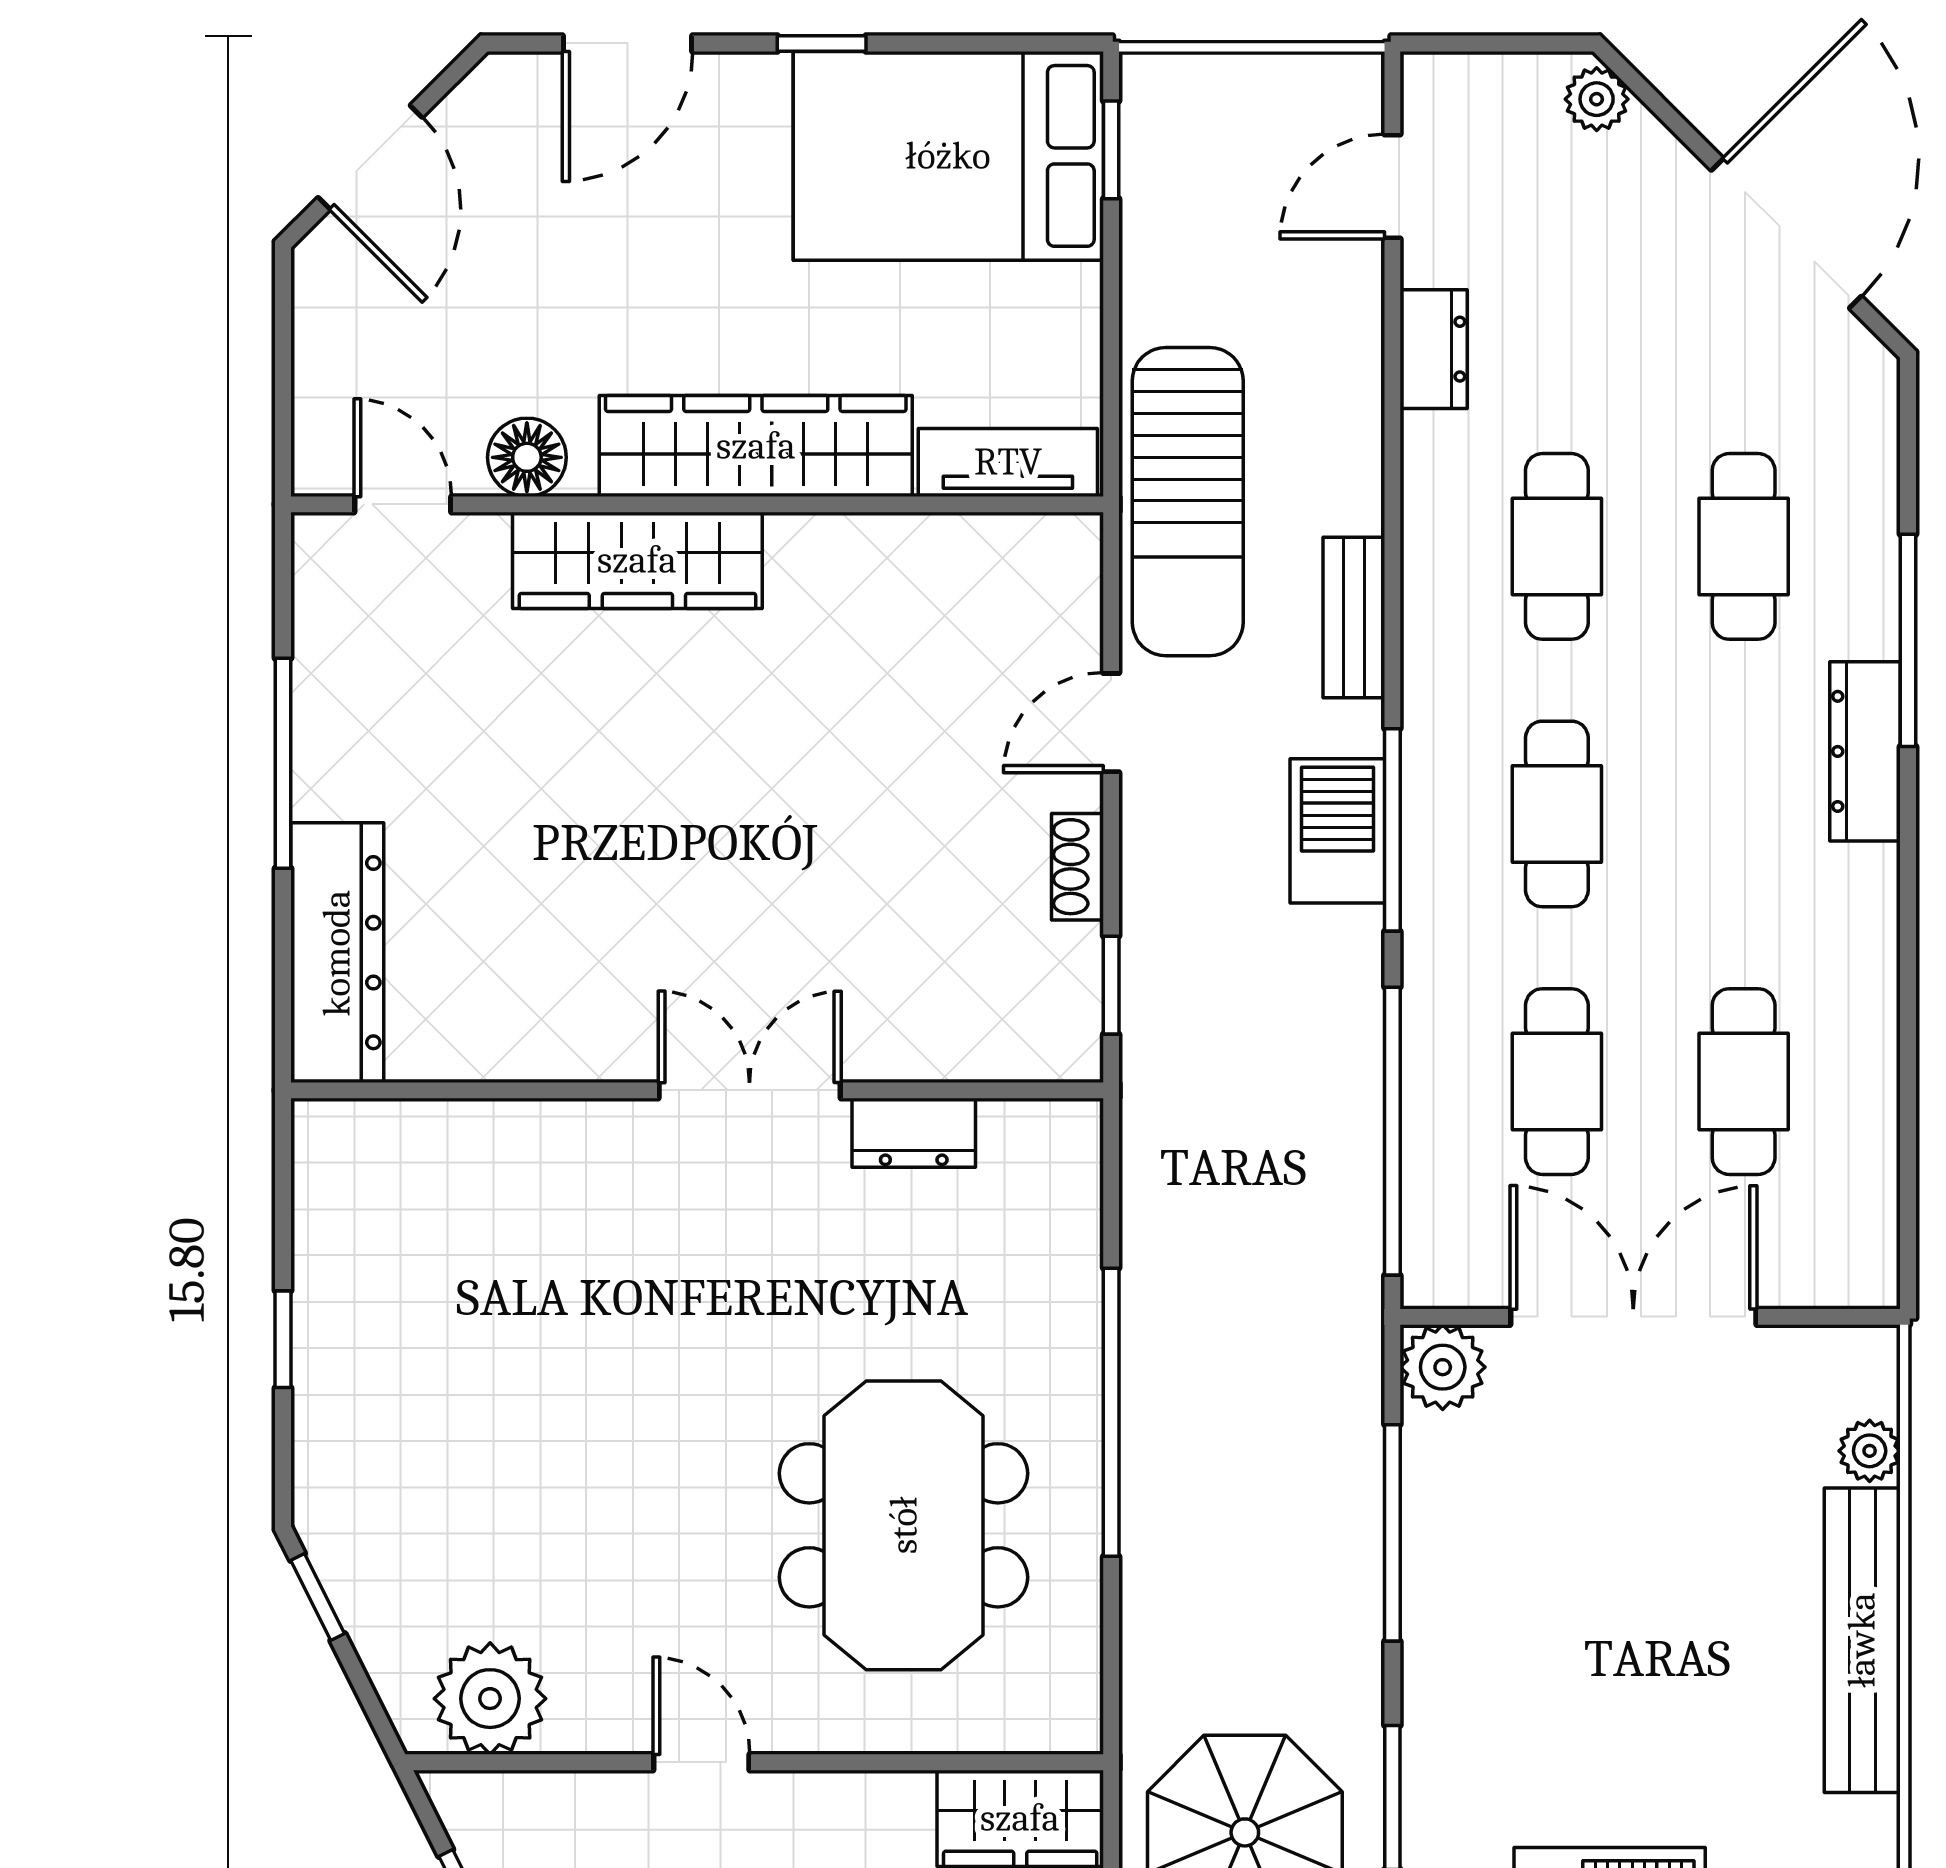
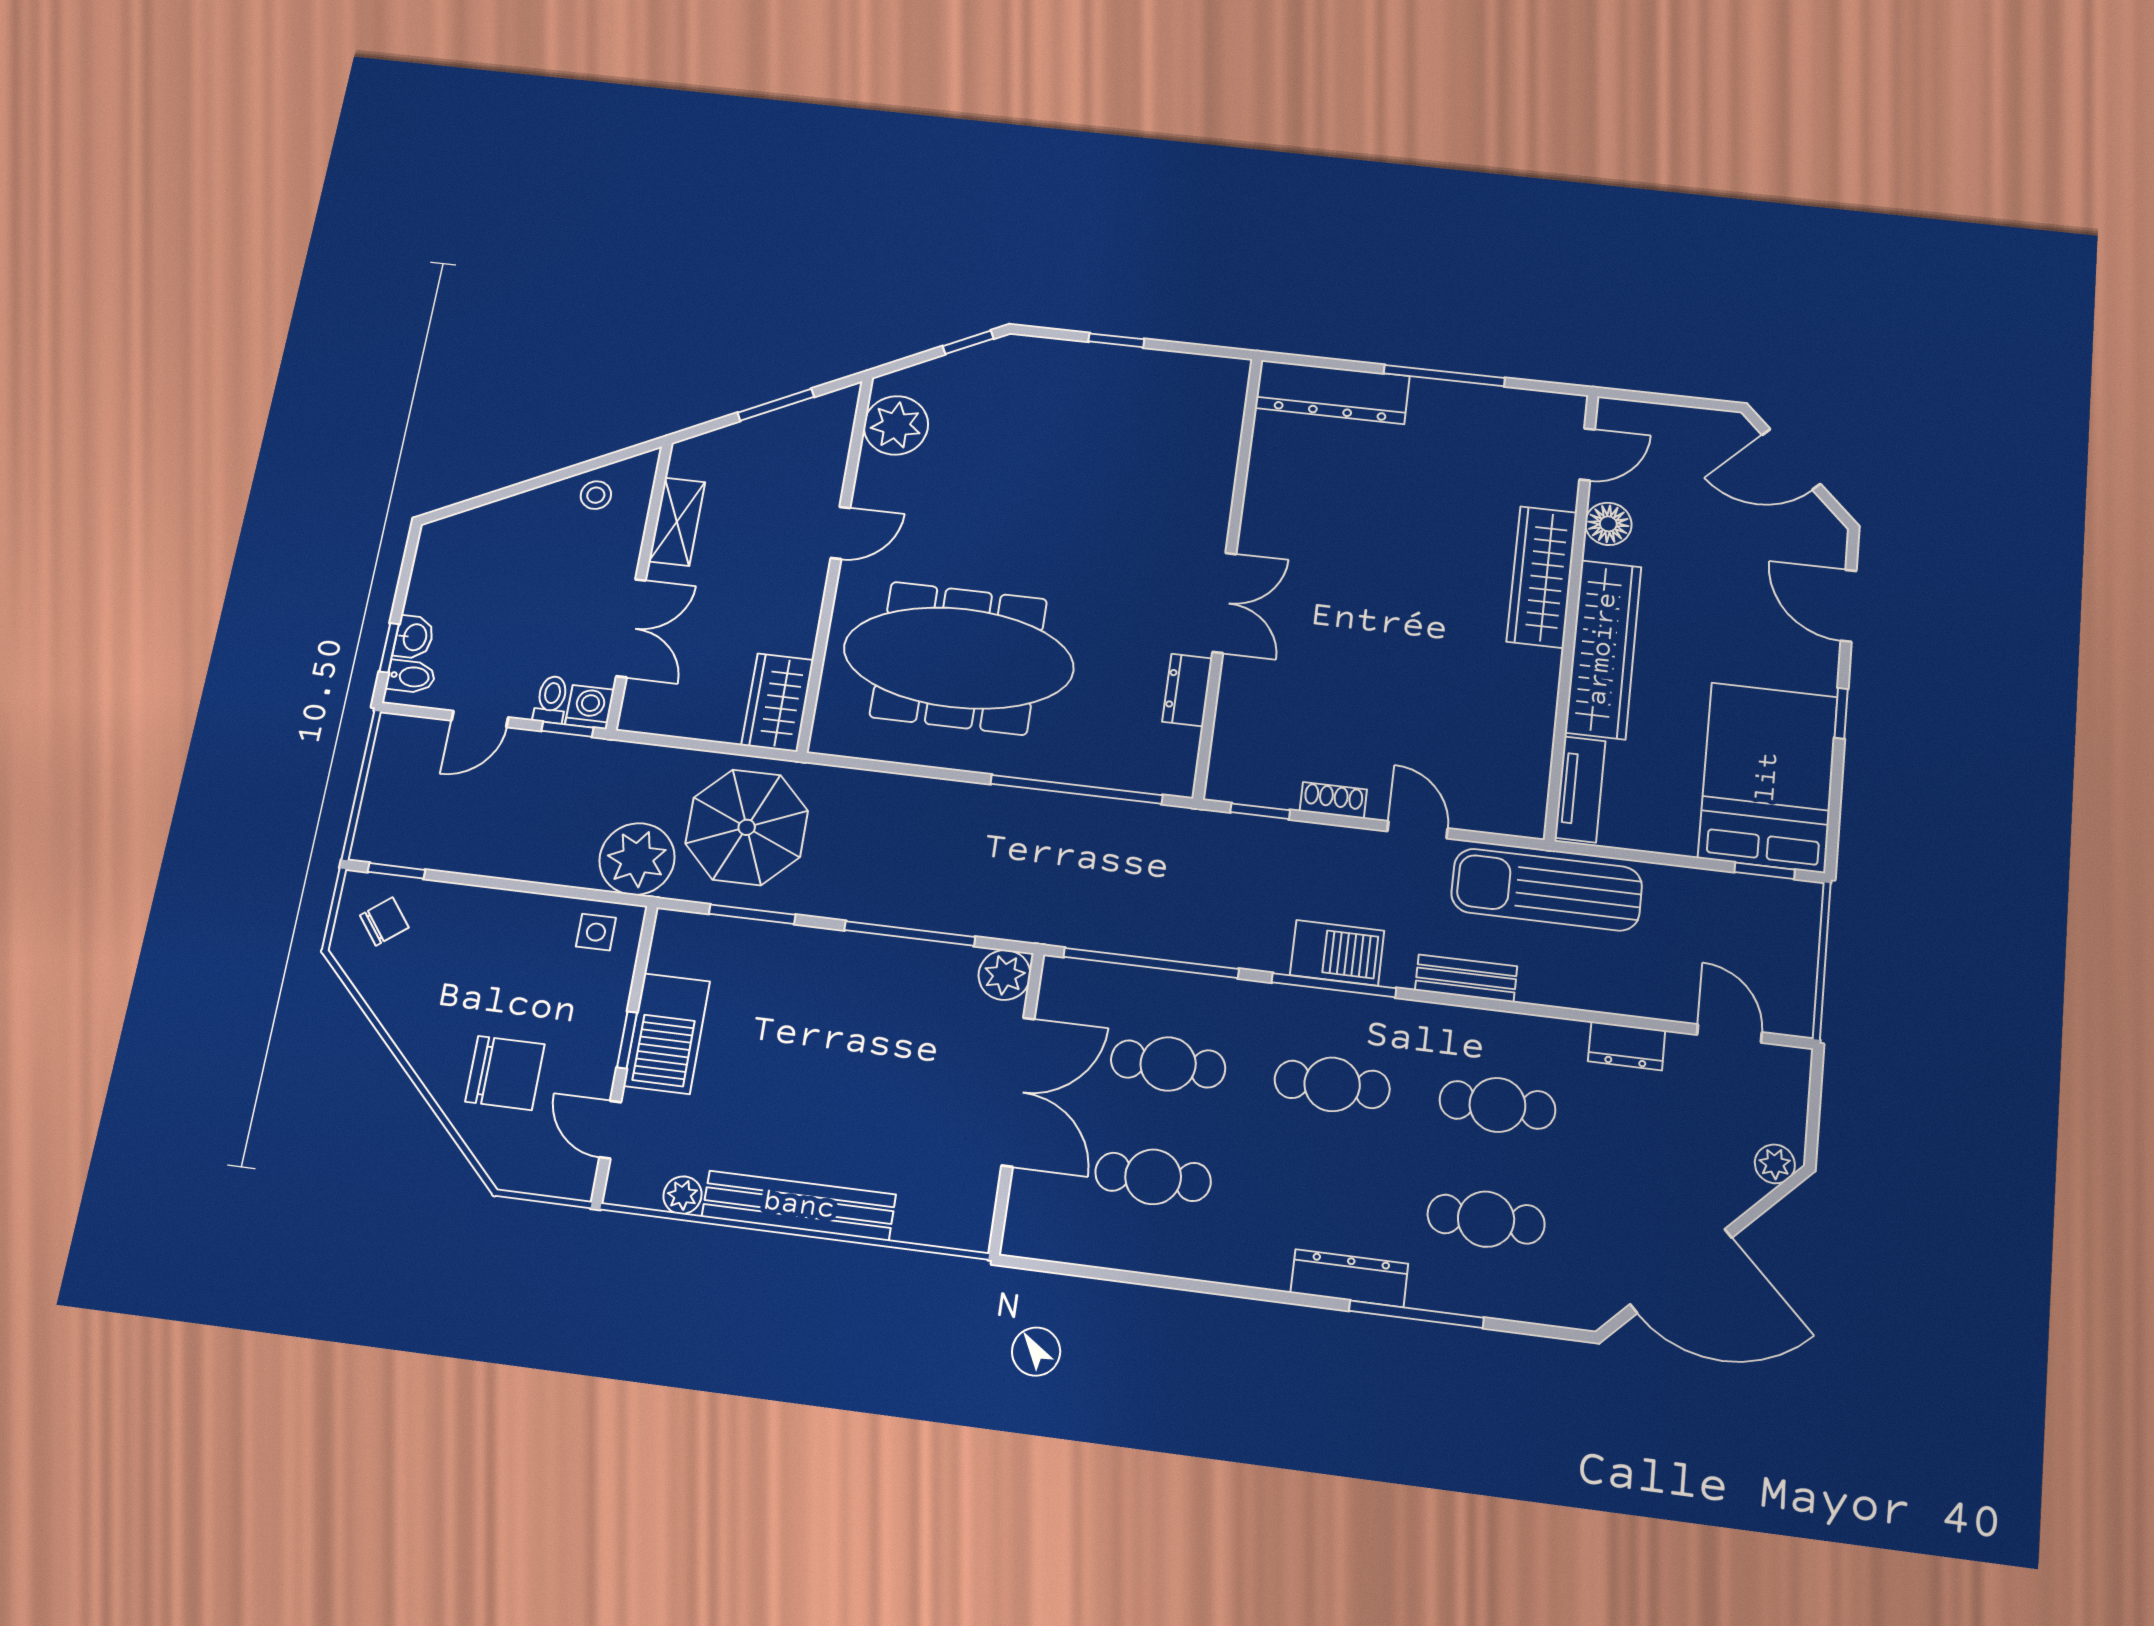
window: (1111, 1412) -> (1076, 789), moved
plant: (1870, 1451) -> (682, 1195), moved
meeting table: (904, 1525) -> (959, 658), width x1.36

